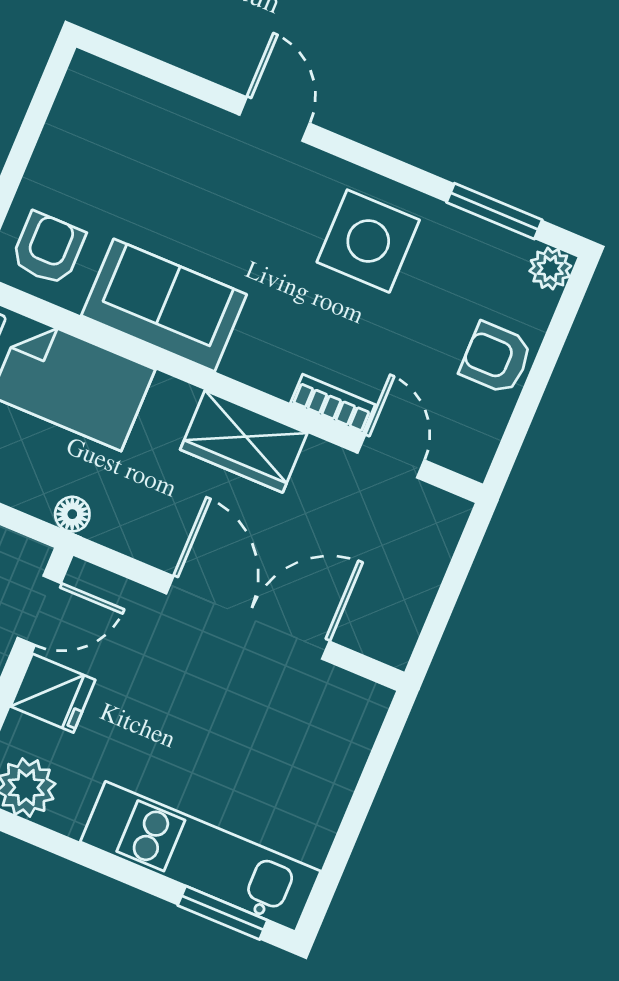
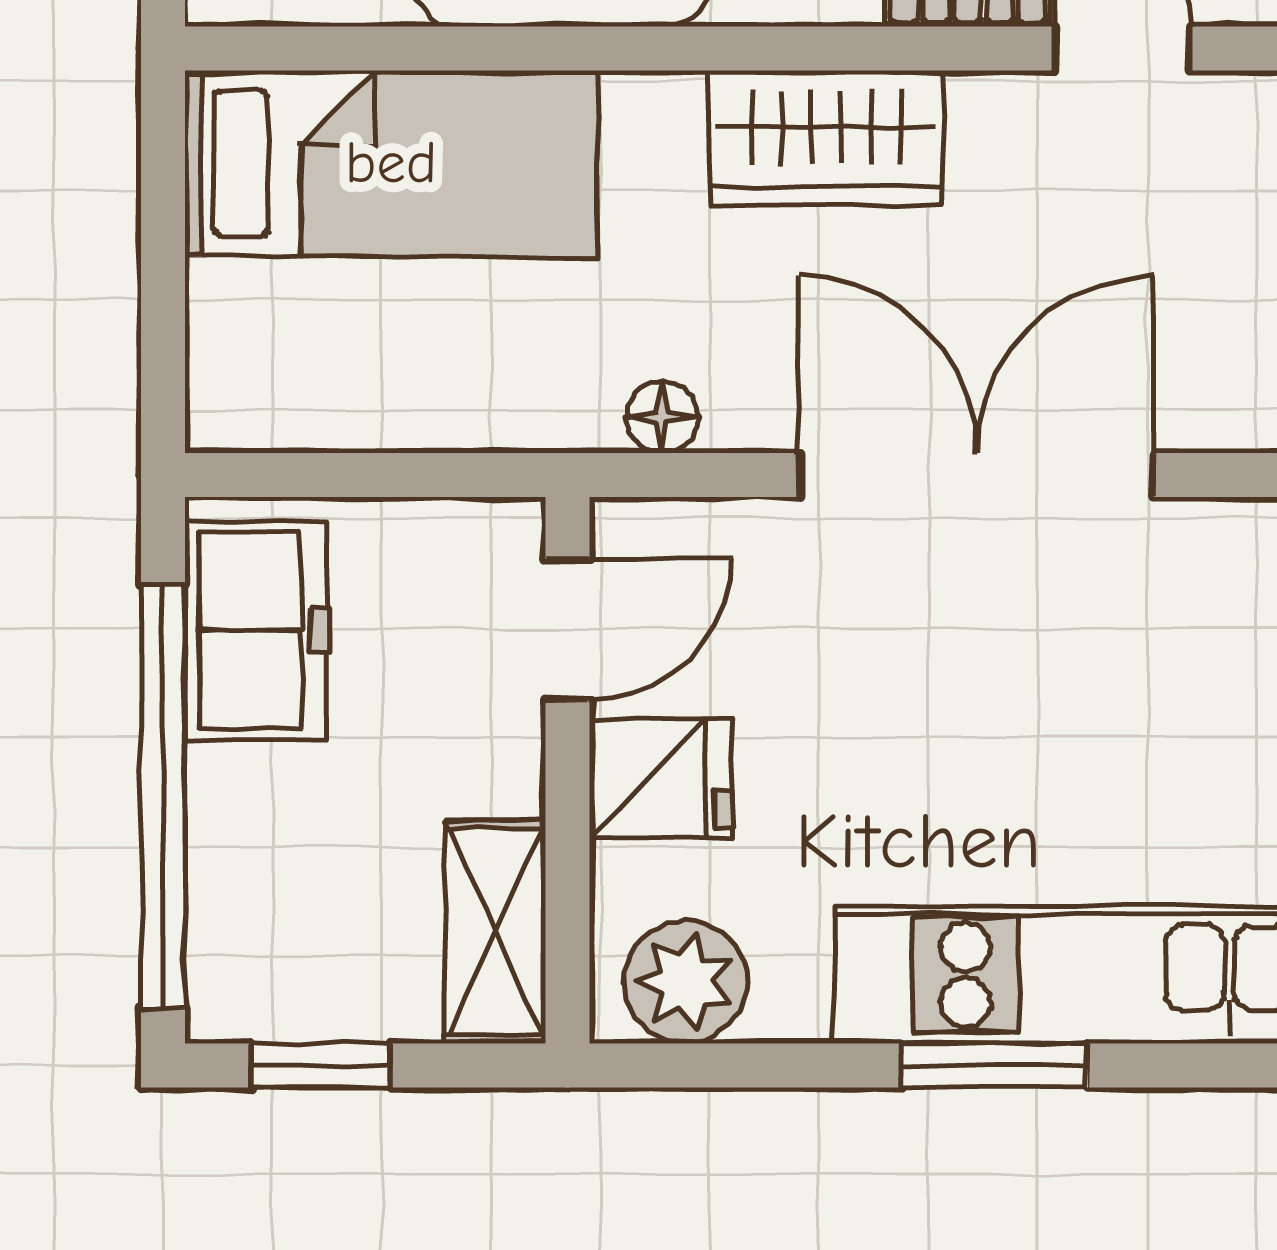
floor lamp: (72, 514) -> (662, 417), moved
window: (223, 913) -> (994, 1065), moved

